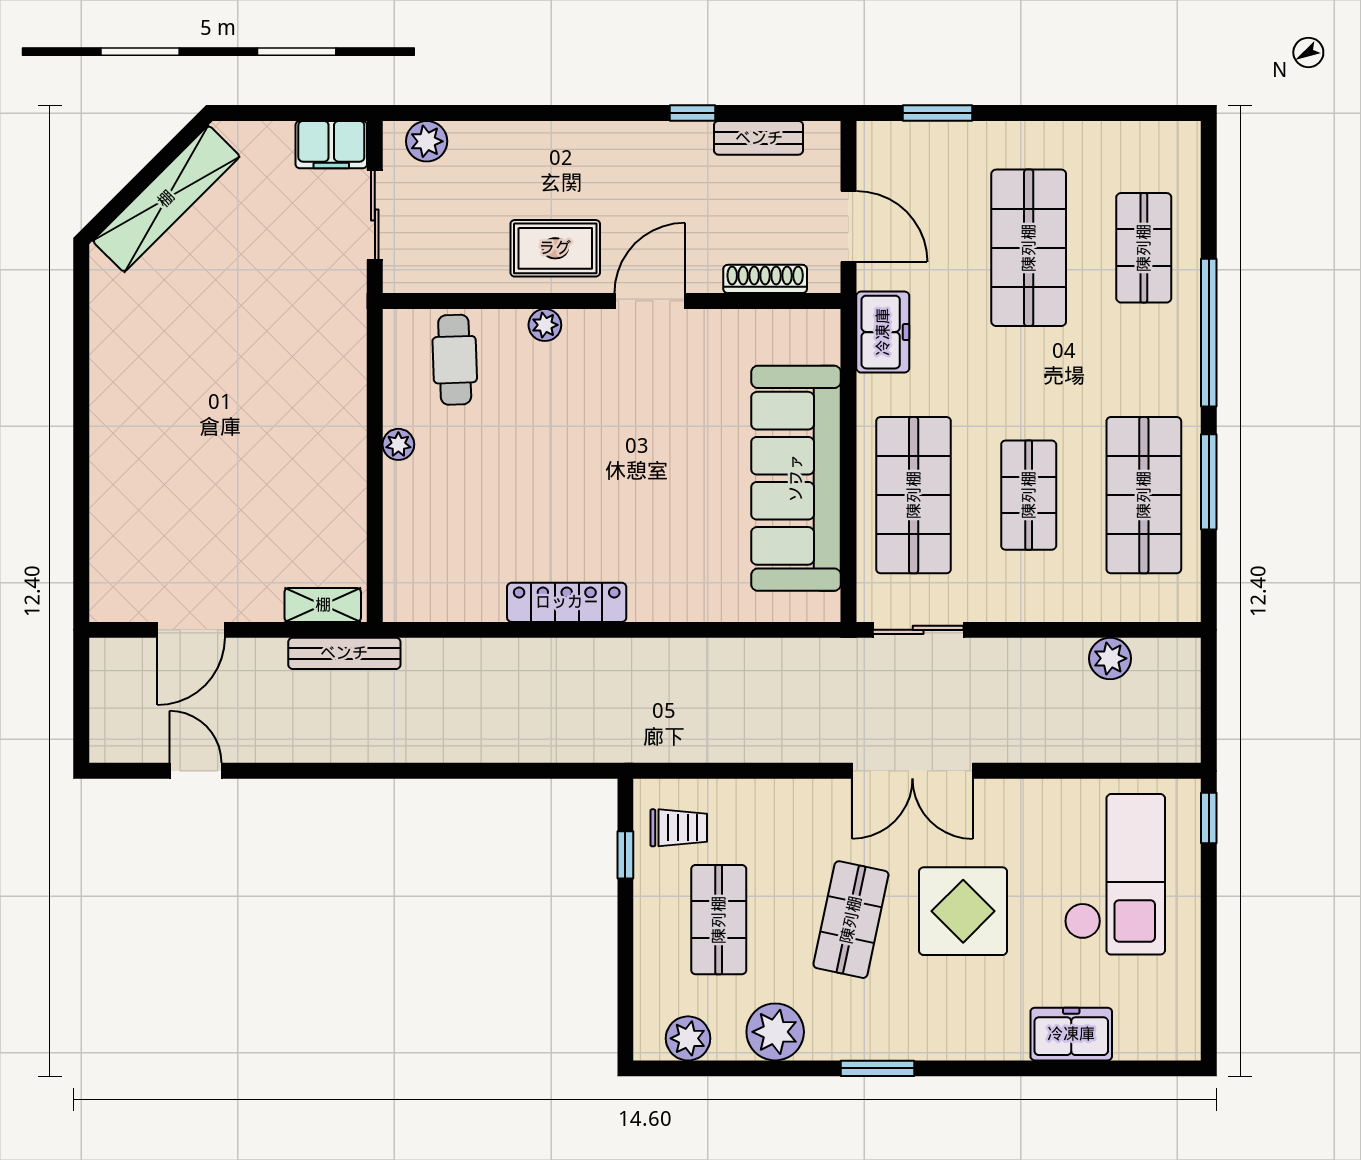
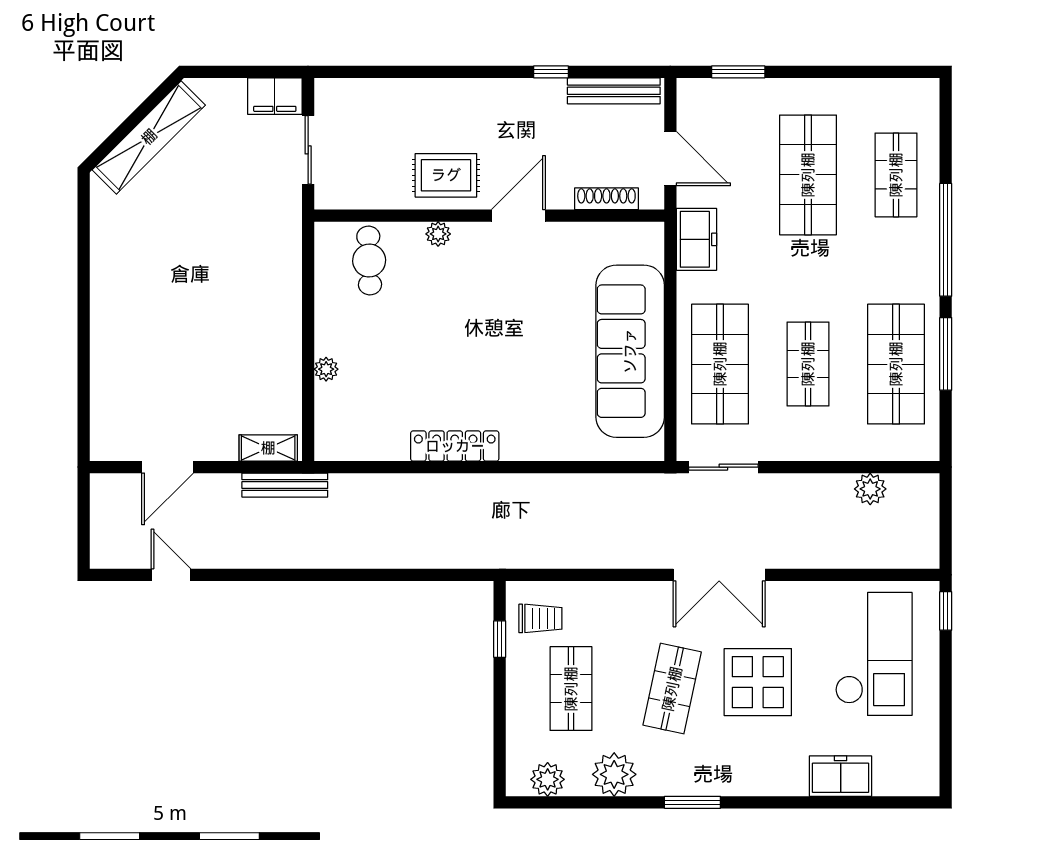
bench: (759, 138) -> (614, 91), width x1.36
plant: (427, 141) -> (348, 93), removed
plant: (398, 444) -> (326, 369), moved

